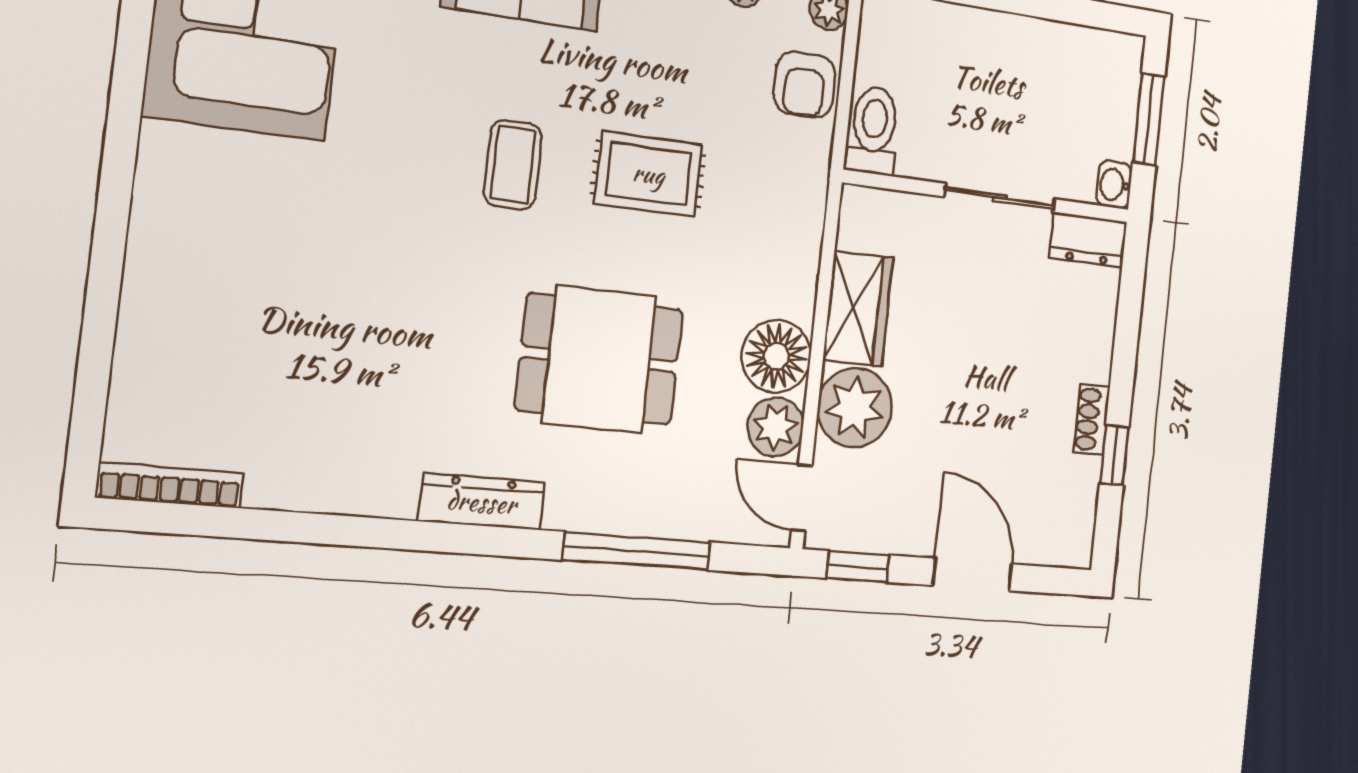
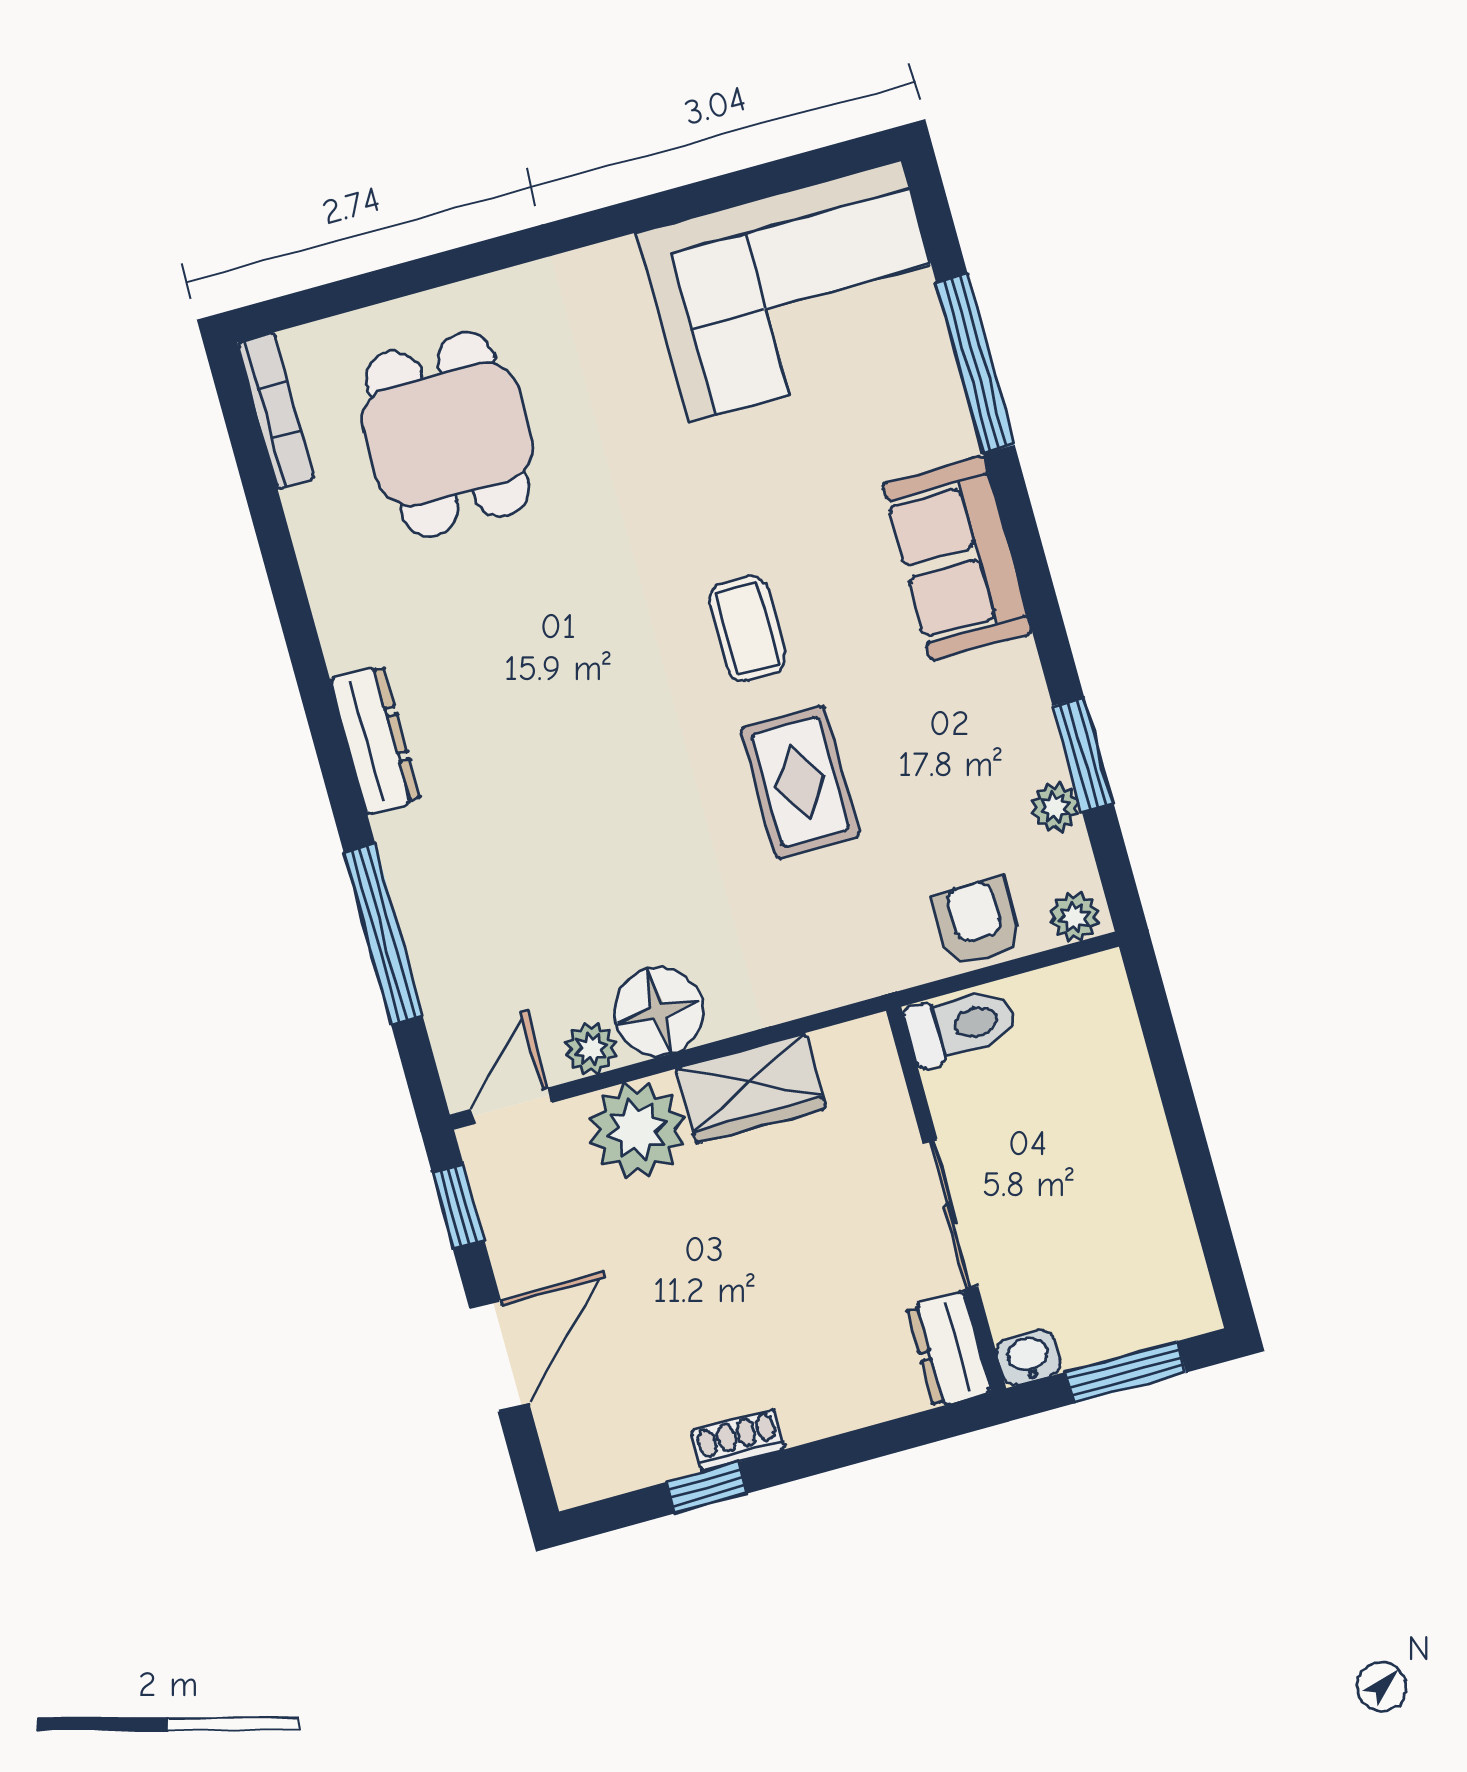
armchair: (804, 85) -> (977, 922), turned 90
coffee table: (513, 165) -> (747, 629), turned 90
dining table: (599, 359) -> (448, 434), moved
plant: (775, 427) -> (591, 1049), width x0.73, depth x0.73

